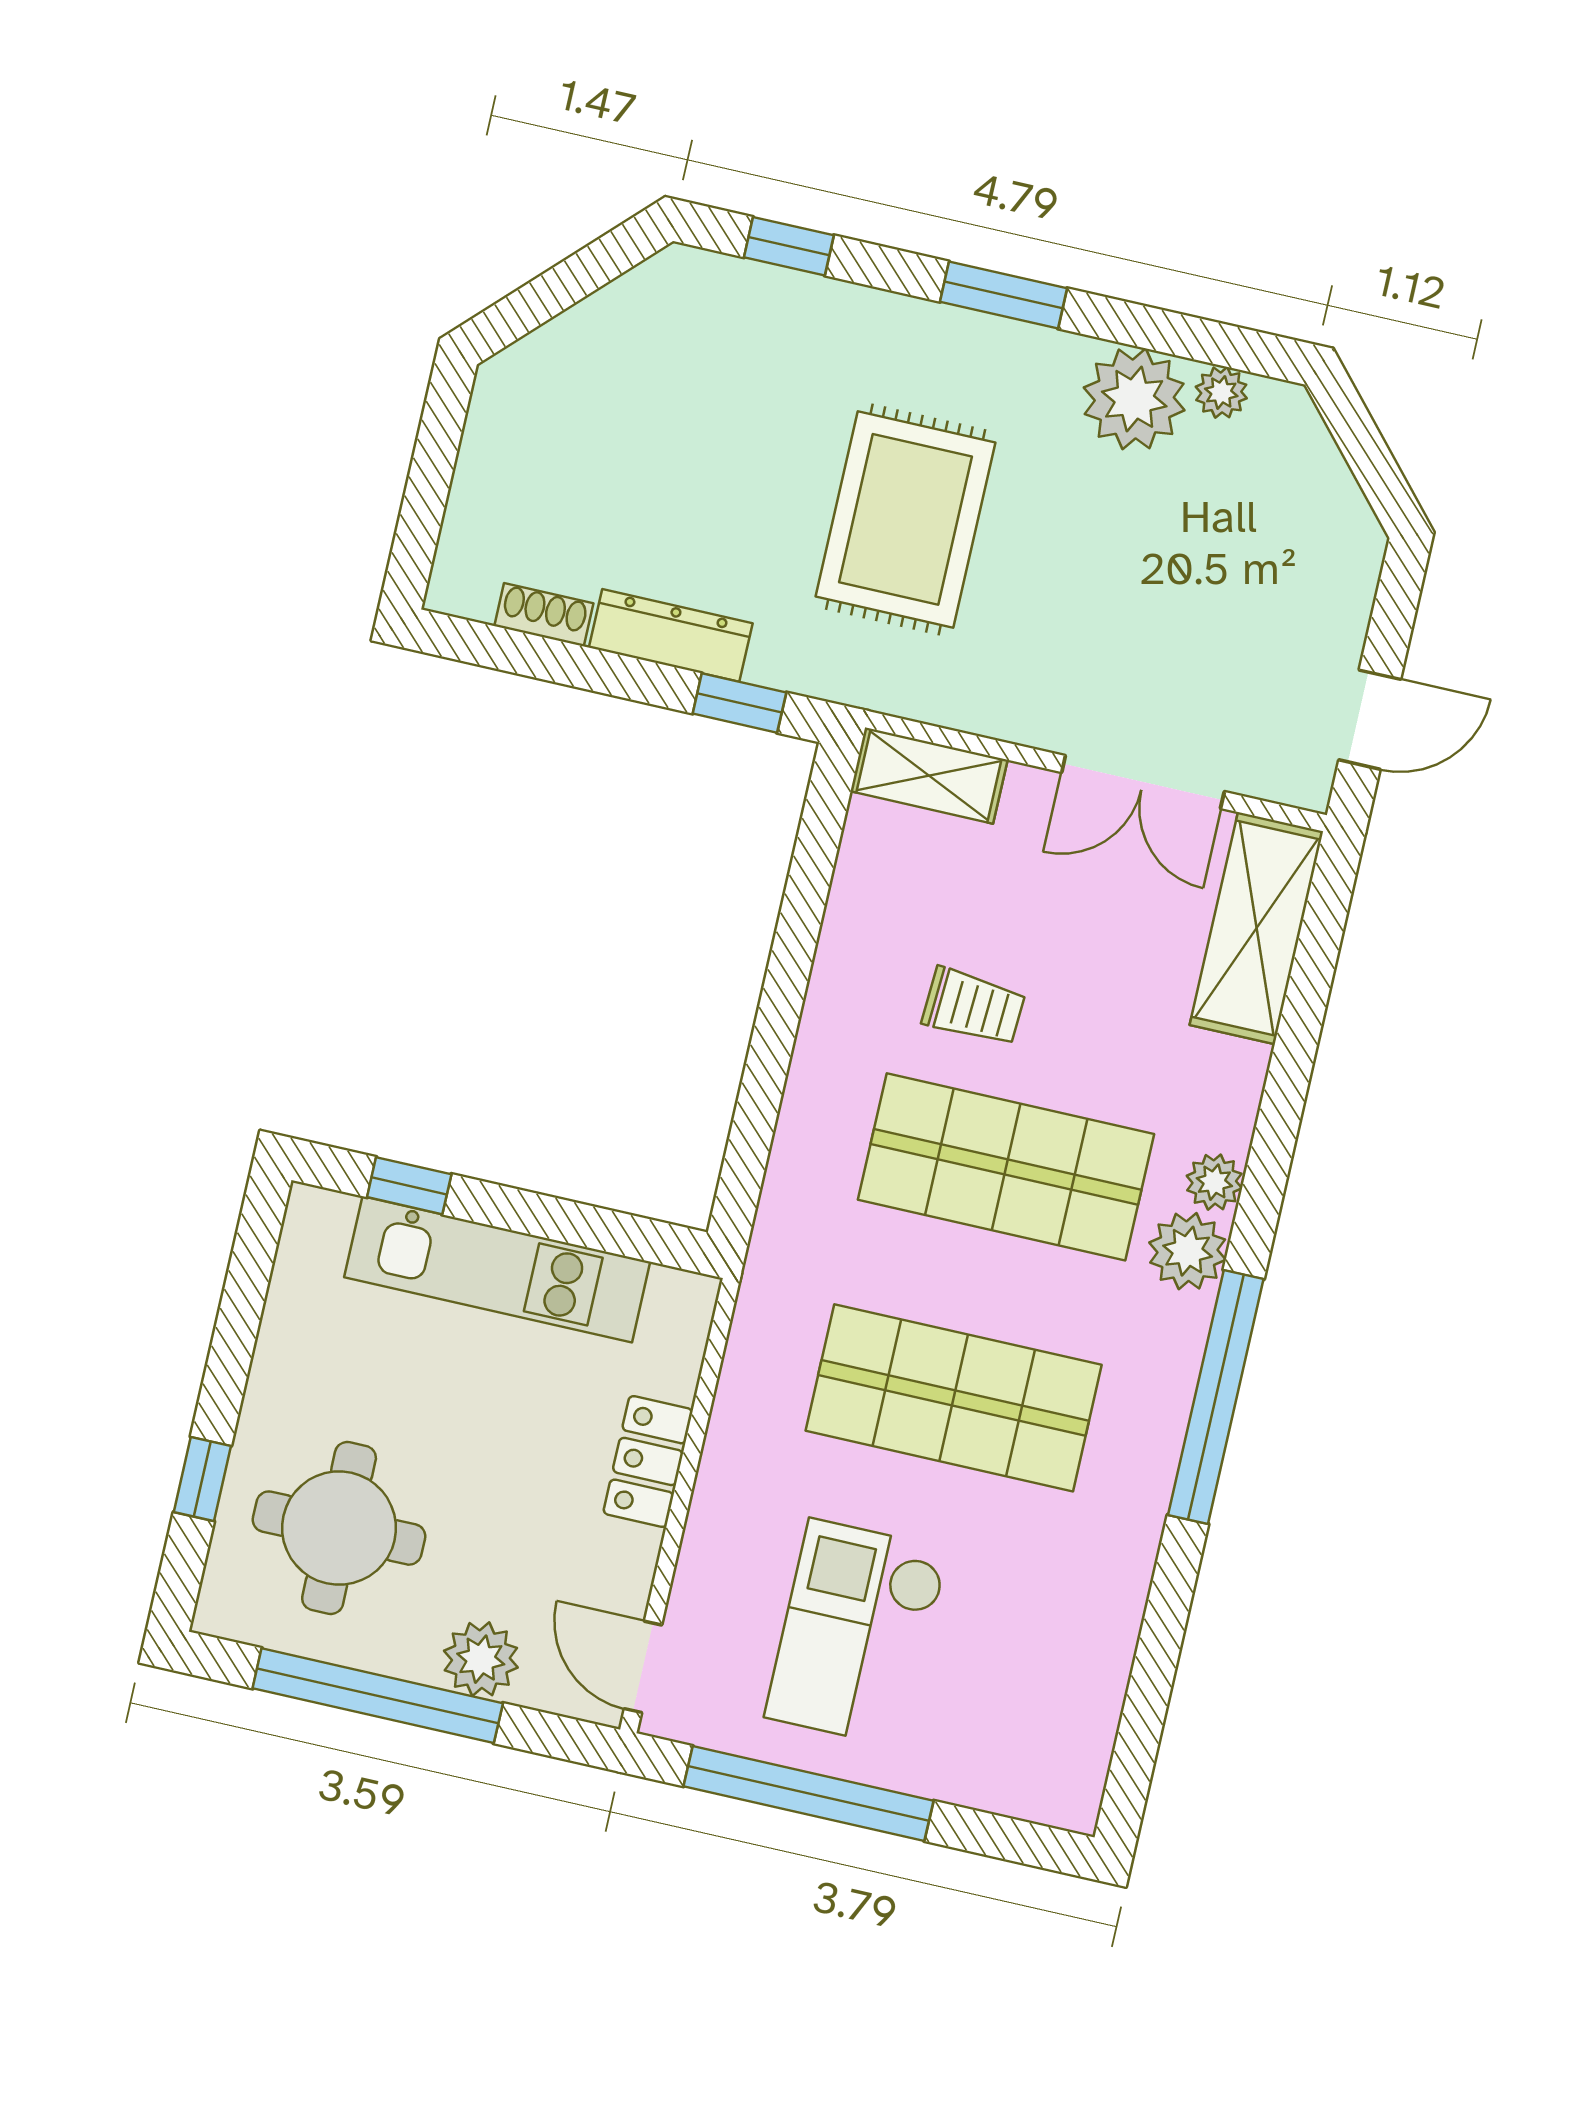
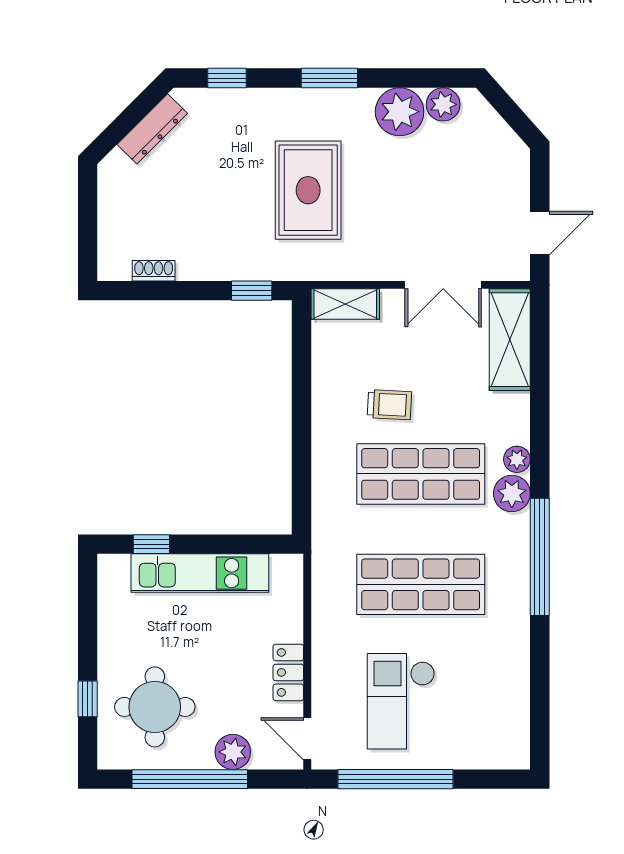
plant: (1221, 392) -> (443, 104), width x1.38, depth x1.38
dresser: (671, 635) -> (152, 129), moved, turned 135
locker: (648, 1461) -> (288, 672), moved

